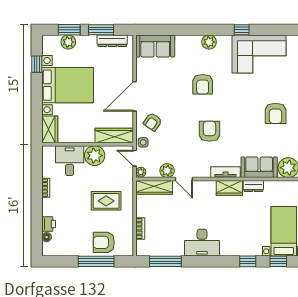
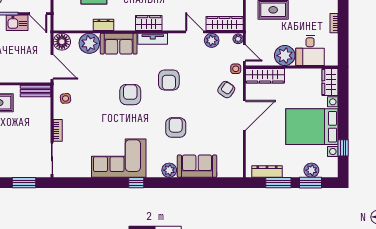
sofa: (155, 46) -> (197, 166), moved
armchair: (276, 113) -> (130, 95), moved
dresser: (253, 186) -> (103, 25), moved

